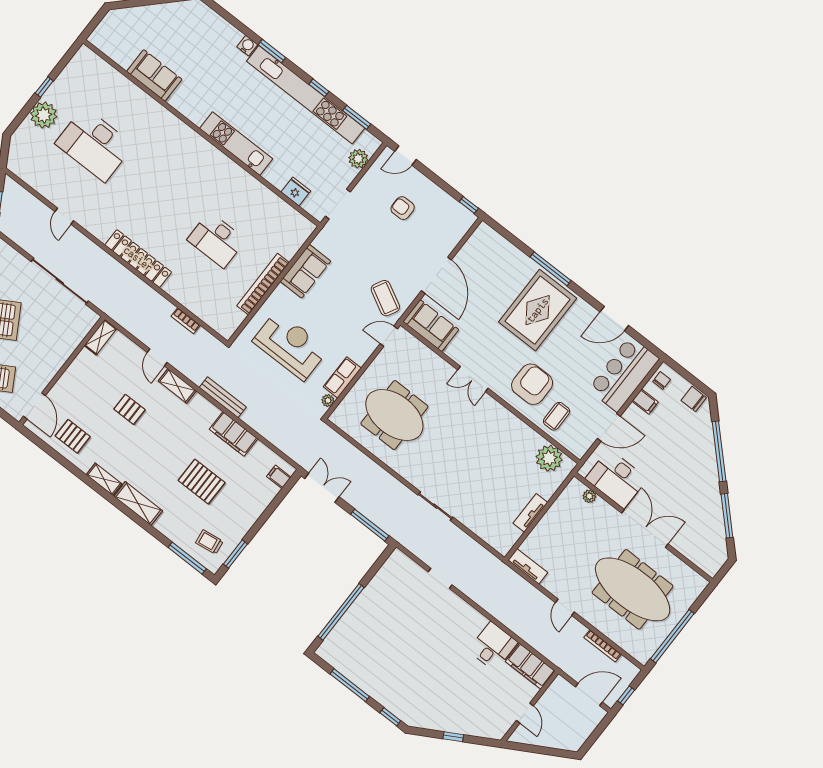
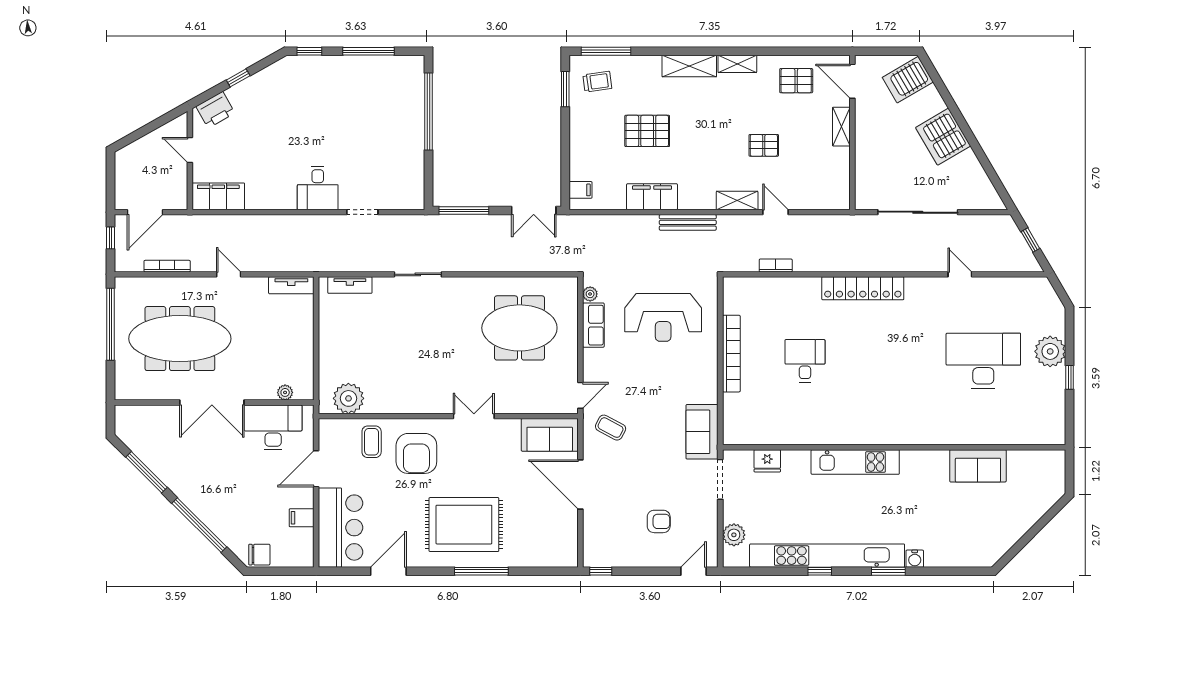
window: (357, 117) -> (765, 571), removed
desk: (217, 240) -> (805, 361), width x0.73
sofa: (305, 271) -> (702, 432), moved
coffee table: (385, 298) -> (611, 428), width x0.73, depth x0.77
rug: (538, 310) -> (464, 525), turned 90
shelving: (100, 337) -> (841, 127), moved
chair: (662, 380) -> (302, 549), removed
tv unit: (530, 513) -> (350, 285), moved, turned 90
desk: (493, 646) -> (318, 188), moved
printer: (486, 727) -> (215, 110), added

